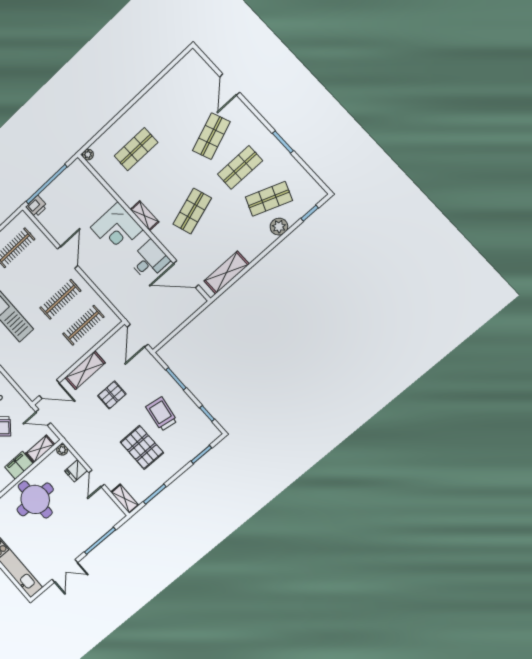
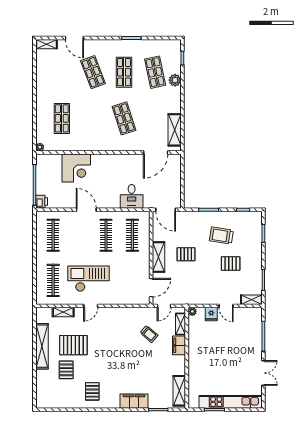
shop shelf: (269, 199) -> (155, 72), turned -33
shelving: (145, 216) -> (46, 44), moved
corner desk: (117, 228) -> (76, 168), moved
desk: (149, 260) -> (132, 196), moved, turned 180
pallet: (112, 395) -> (186, 254), turned 90
pallet: (142, 447) -> (231, 264), width x0.67, depth x0.71
round table: (35, 499) -> (207, 353), removed

